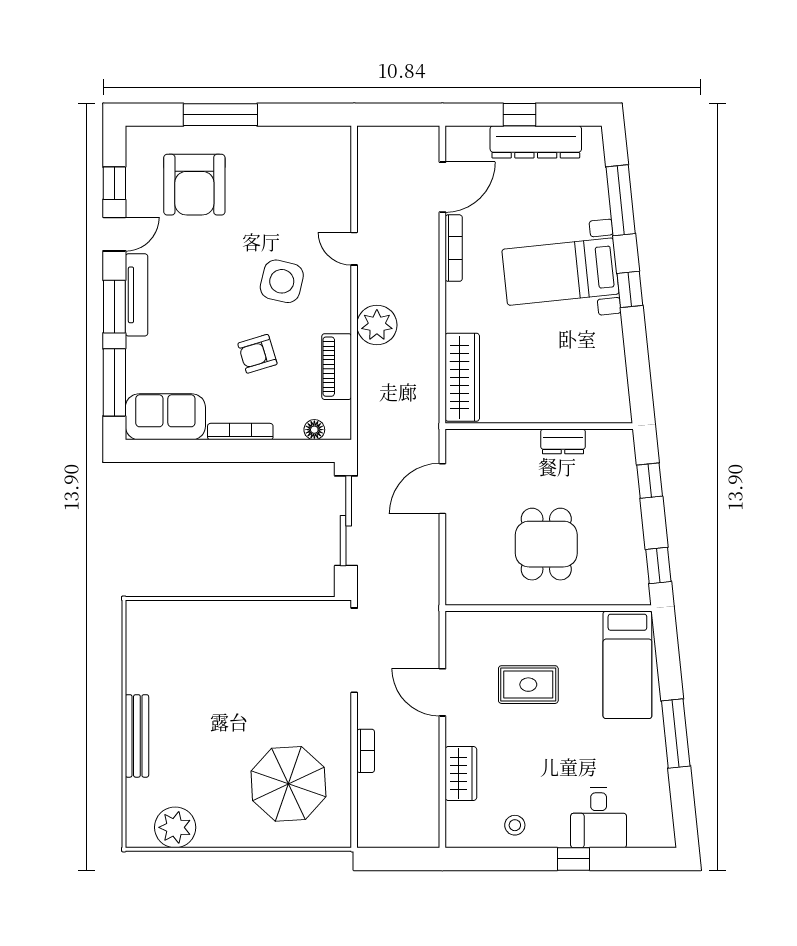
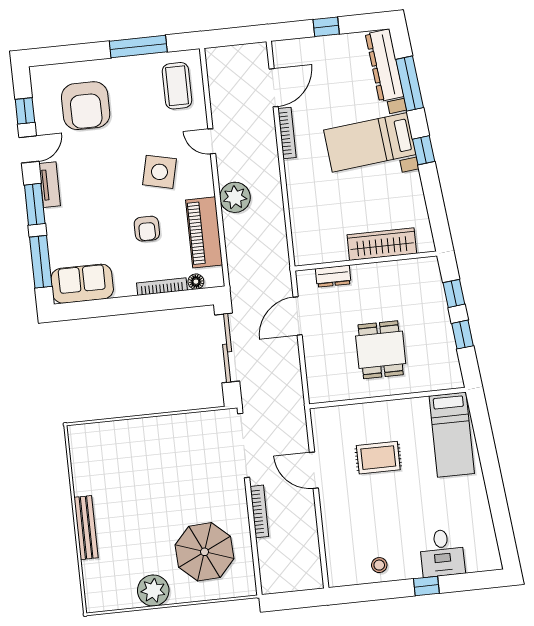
window: (220, 115) -> (138, 46), moved
dresser: (536, 142) -> (385, 65), moved, turned 84
coffee table: (316, 171) -> (177, 86), added
tv unit: (137, 295) -> (50, 185), width x0.71
armchair: (257, 354) -> (147, 229), turned -73
piano: (337, 367) -> (204, 232), width x1.37, depth x1.33
wardrobe: (462, 377) -> (382, 244), moved, turned -90
bookcase: (240, 432) -> (162, 287), moved
dresser: (563, 441) -> (333, 276), moved
window: (658, 565) -> (463, 335), moved
window: (676, 733) -> (494, 483), removed
bookcase: (366, 751) -> (259, 511), width x1.56
wardrobe: (461, 773) -> (334, 530), removed
plant: (175, 827) -> (153, 591), moved

